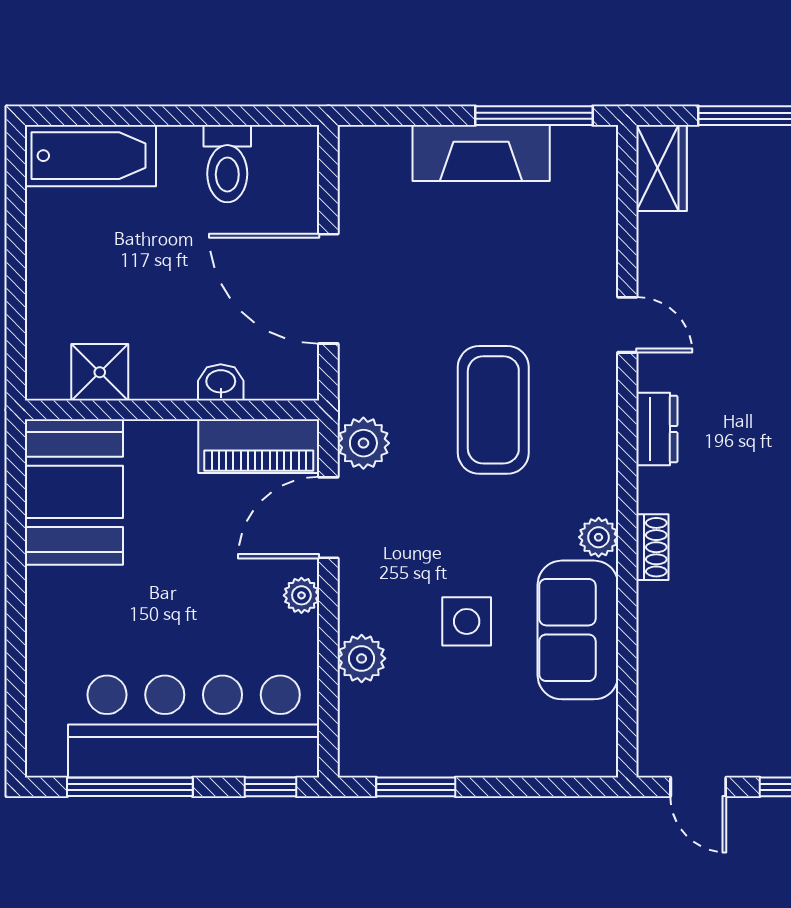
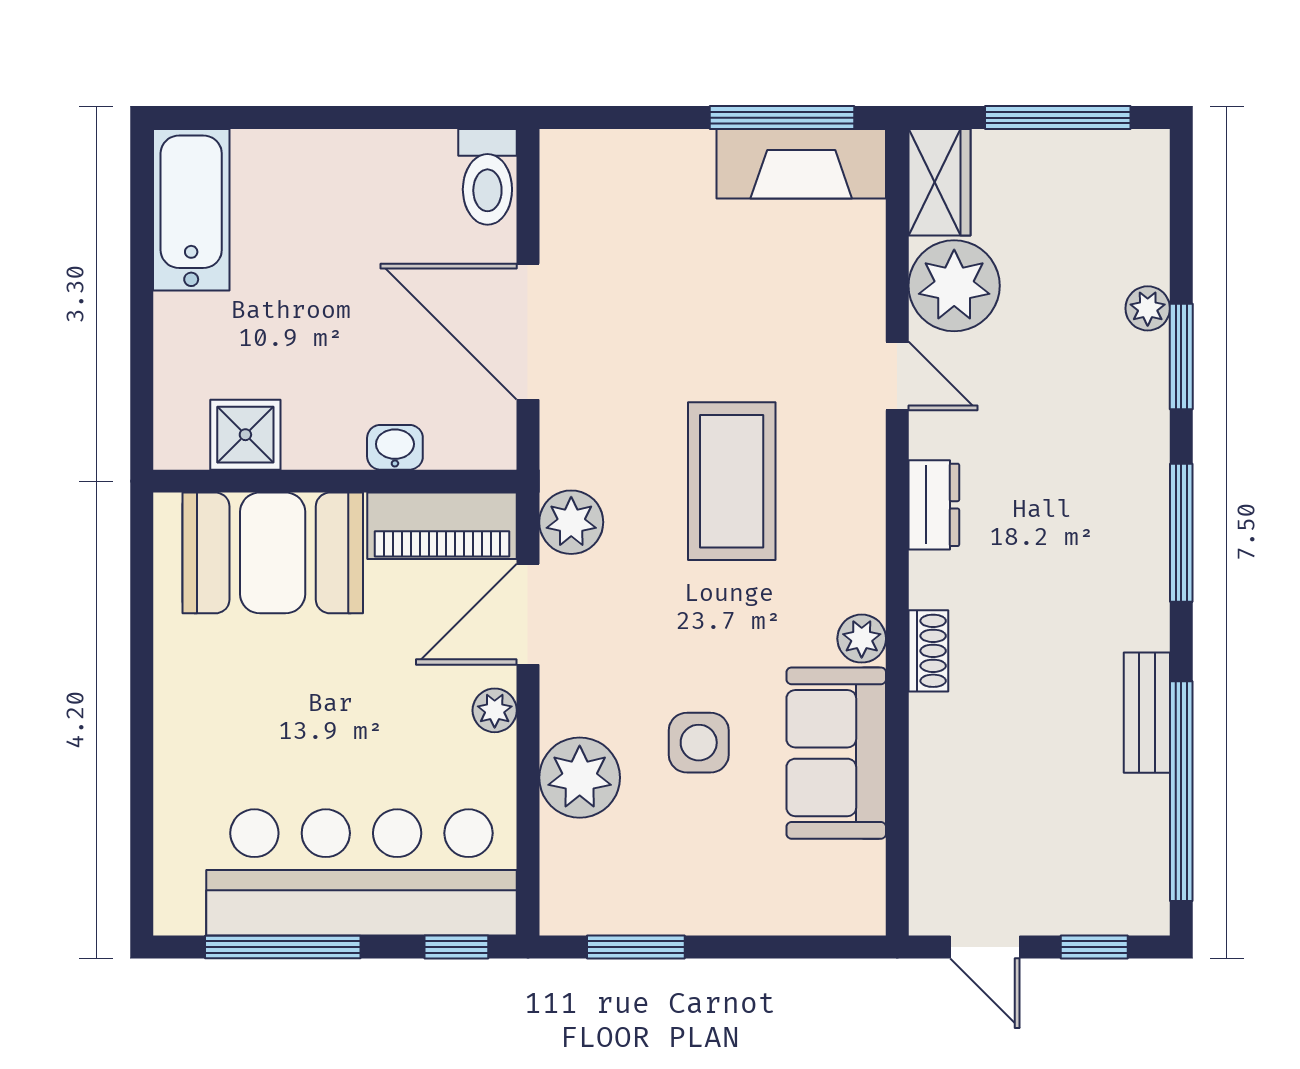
fireplace: (481, 153) -> (801, 164), moved
bathtub: (90, 156) -> (191, 210), moved, turned -90
toilet: (227, 164) -> (487, 177), moved
plant: (673, 252) -> (954, 286), added
booth: (74, 492) -> (273, 553), moved, turned 90
plant: (362, 658) -> (580, 778), width x1.36, depth x1.36

